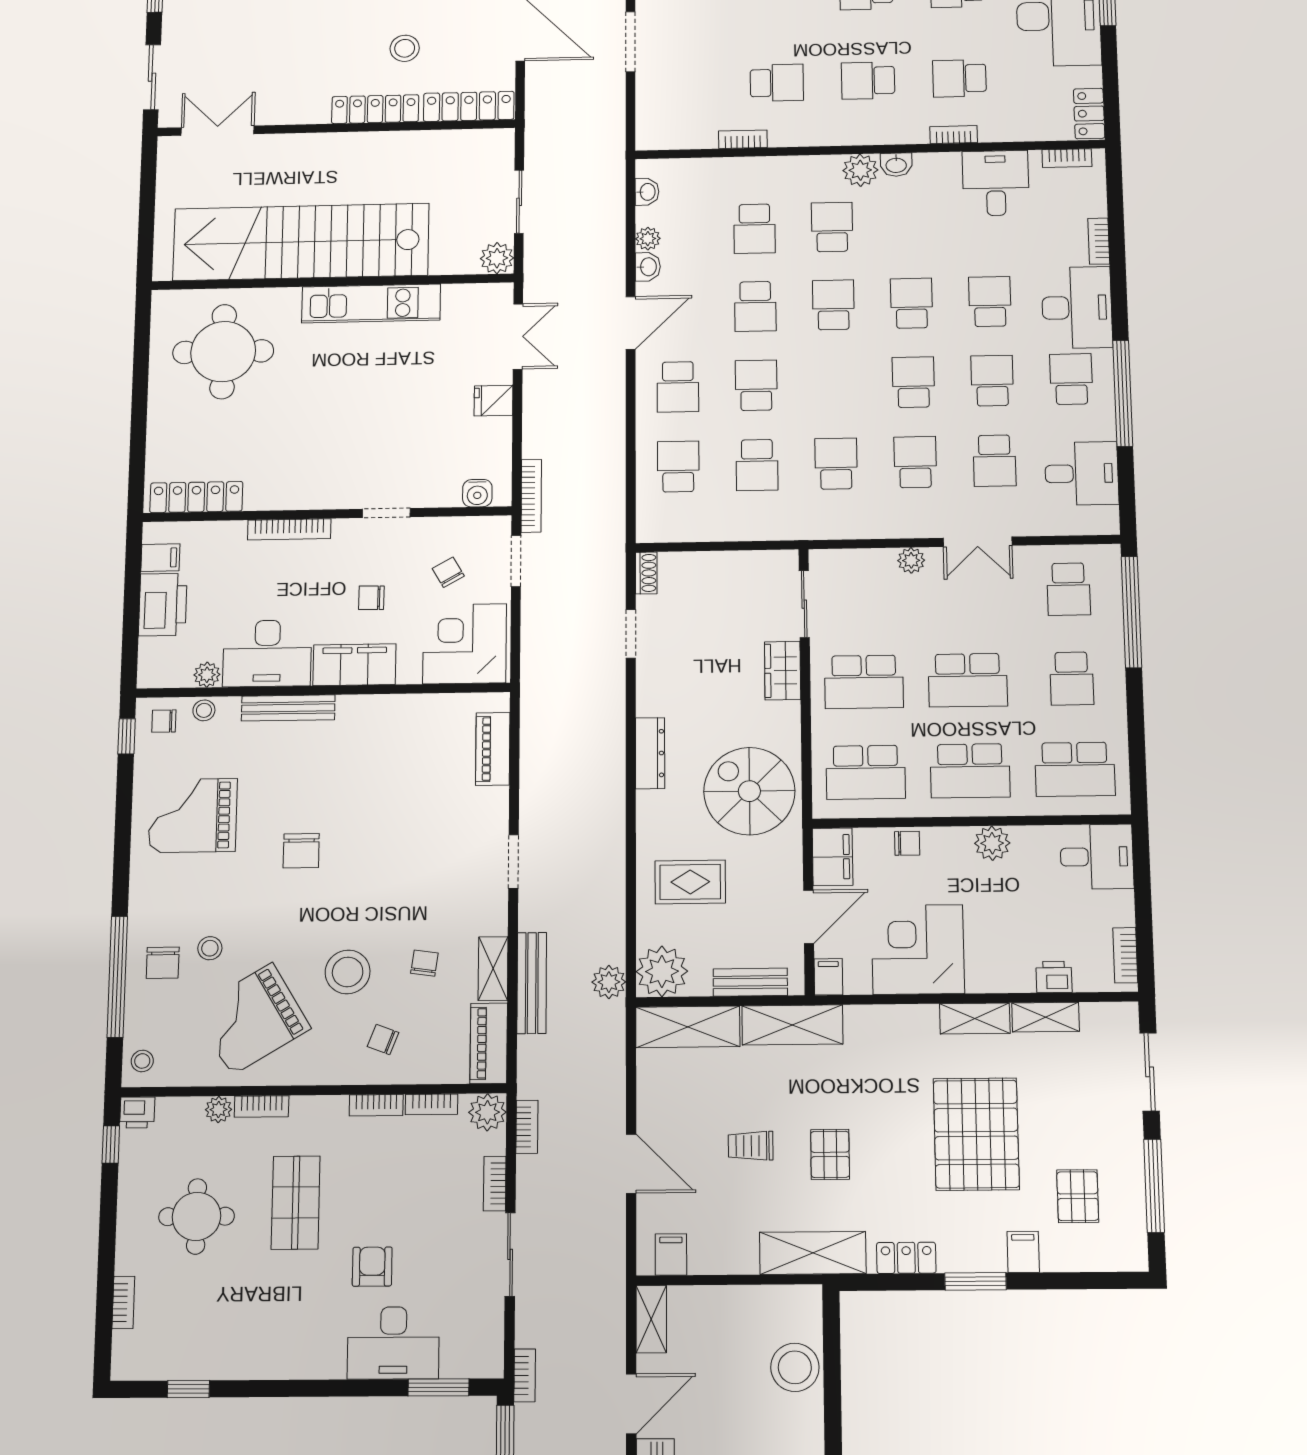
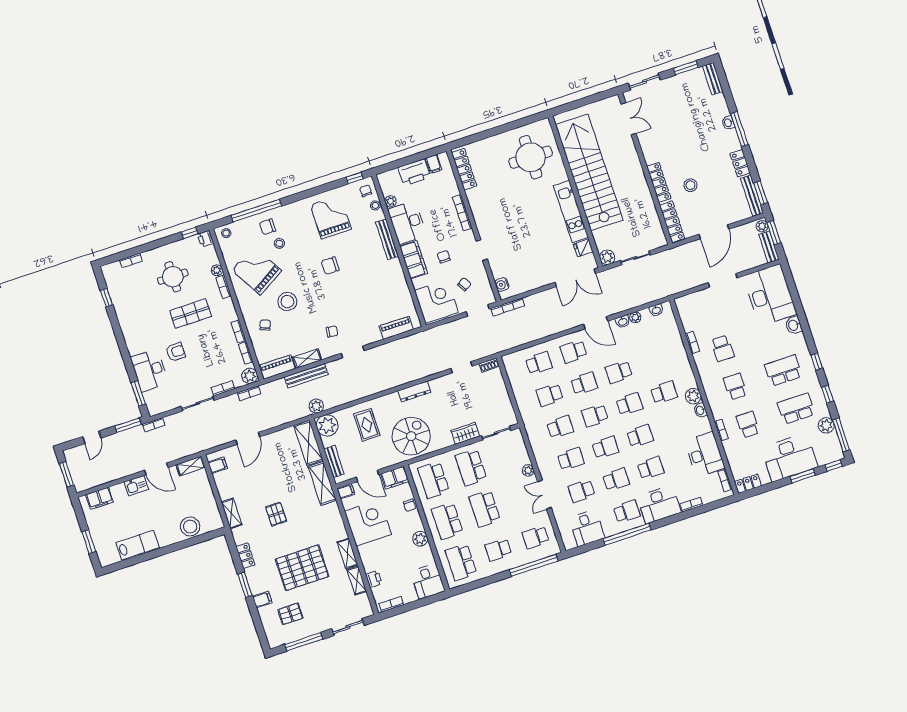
desk: (996, 183) -> (705, 454), width x1.37
school desk: (755, 229) -> (595, 415), moved
double door: (518, 336) -> (575, 278), width x1.37
fridge: (494, 401) -> (583, 248), moved, turned -90
chair: (424, 963) -> (332, 331), moved
trolley: (751, 1146) -> (269, 482), removed
pallet: (830, 1154) -> (276, 514), turned 90
shelving: (813, 1253) -> (232, 513), width x0.67, depth x0.75

